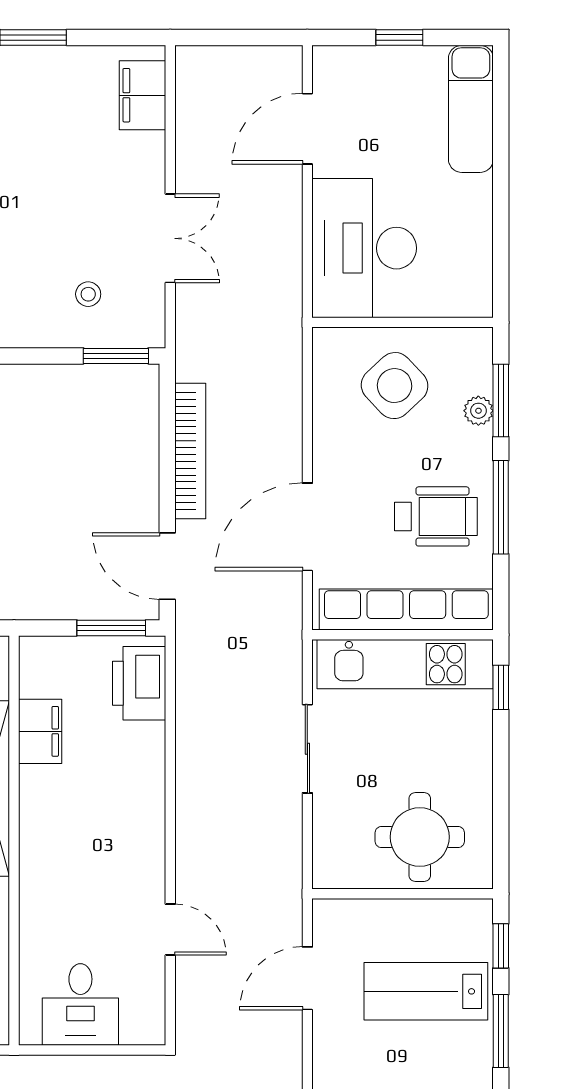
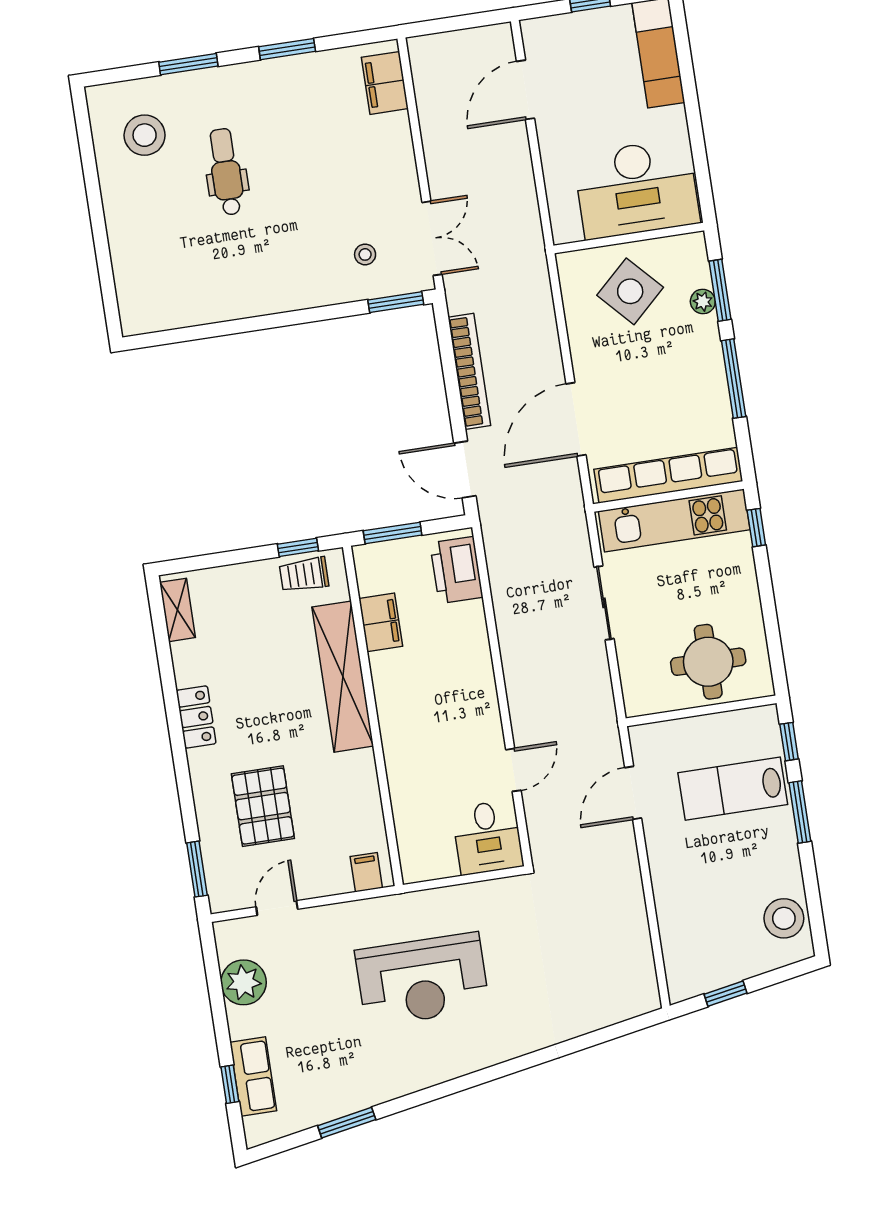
double door: (170, 238) -> (432, 238), moved
desk: (364, 248) -> (637, 189), moved, turned -90
wheelchair: (436, 516) -> (681, 394), removed
window: (111, 628) -> (393, 533), moved
door: (170, 930) -> (513, 770), hinge flipped
desk: (80, 1004) -> (488, 837), moved

